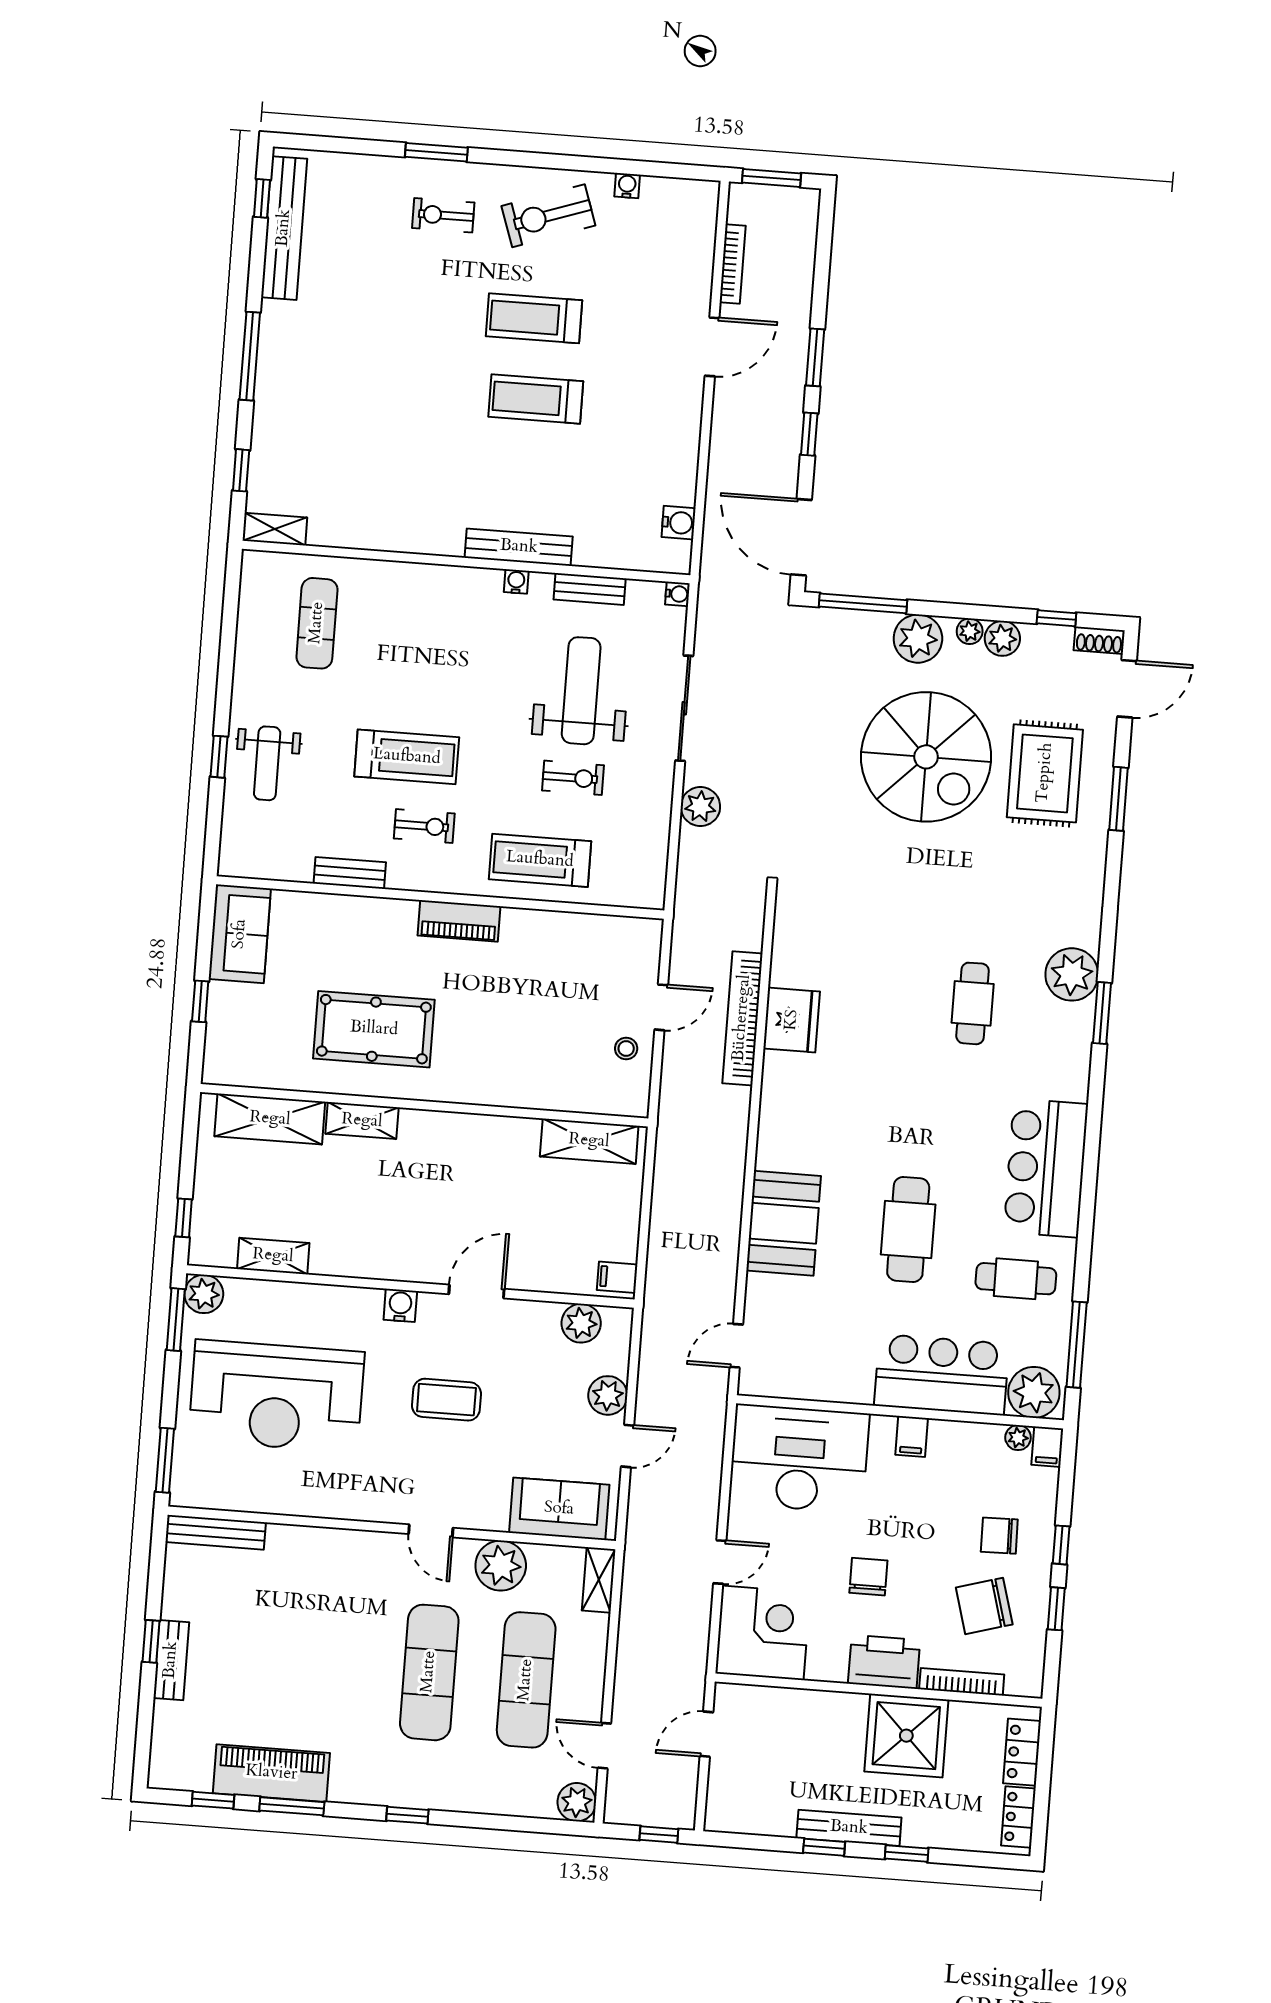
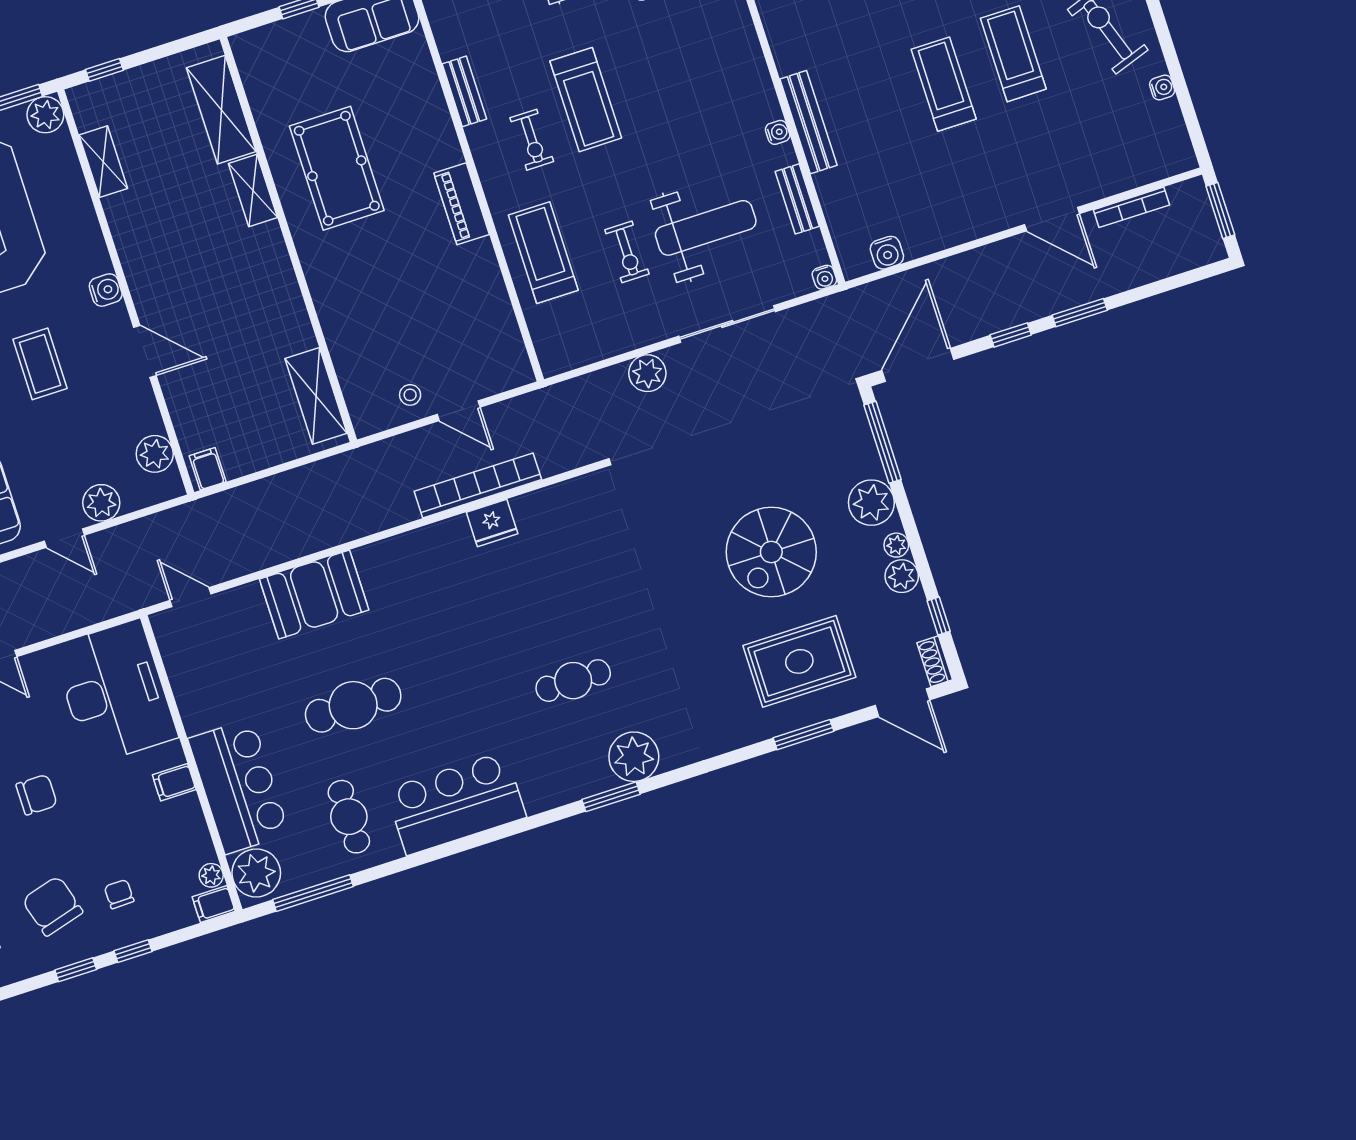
spiral stairs: (926, 757) -> (771, 552), width x0.73, depth x0.73
fridge: (792, 1020) -> (492, 523), width x0.73, depth x0.75
chair: (999, 1536) -> (119, 894), width x0.73, depth x0.73

